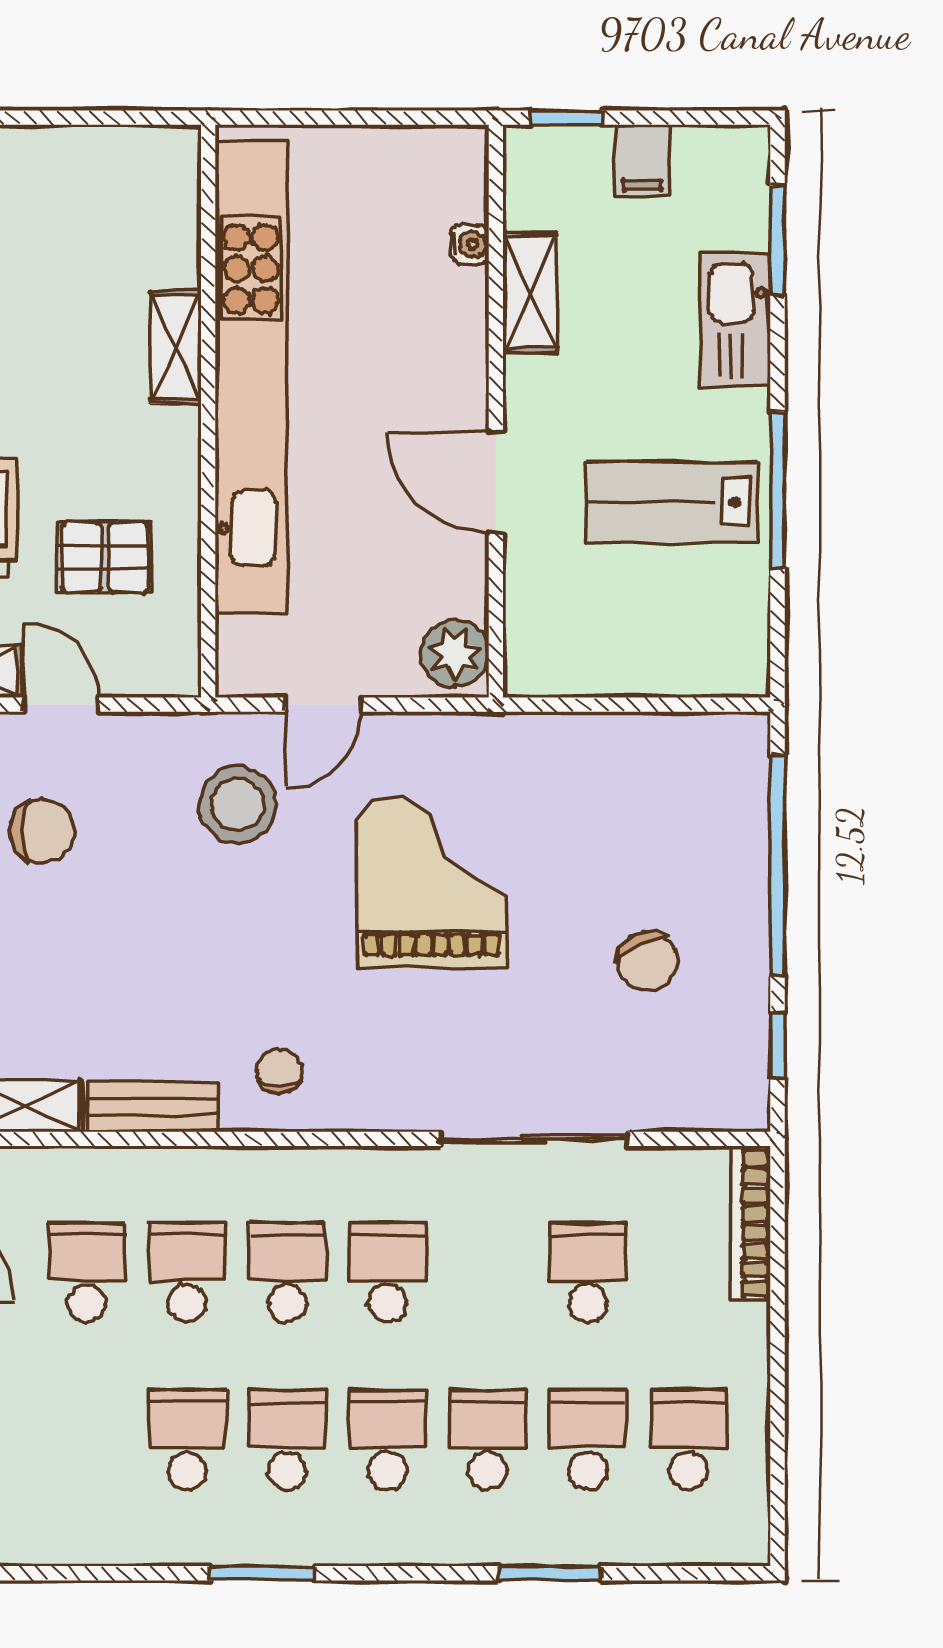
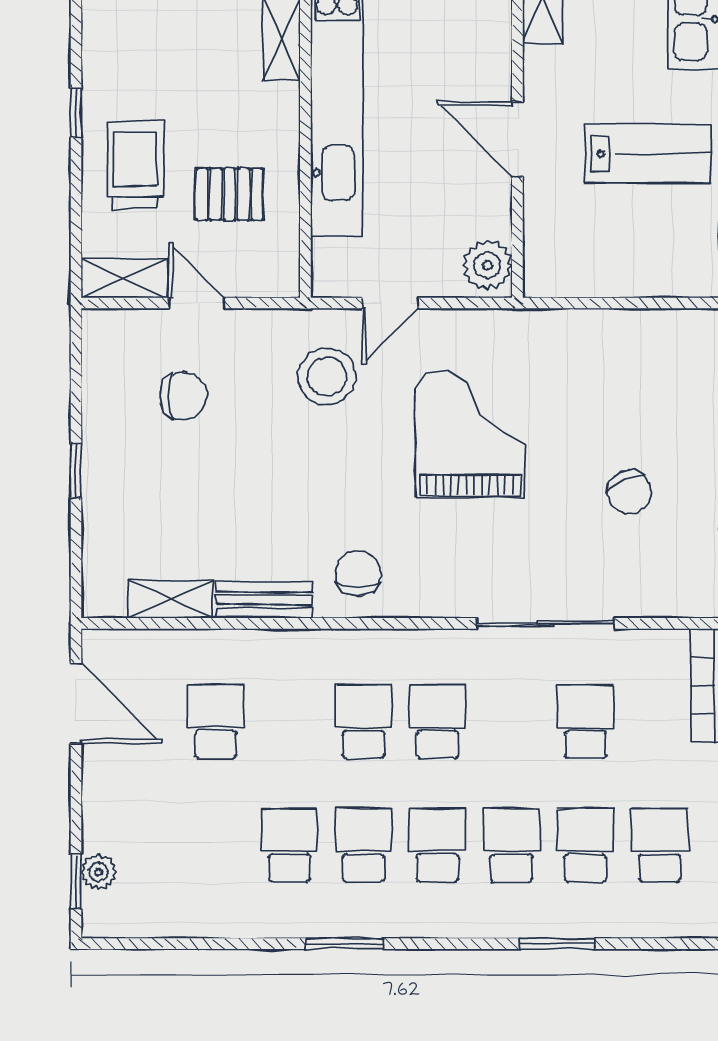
lab bench: (672, 502) -> (647, 154), turned 180
chair: (280, 1071) -> (358, 574), width x1.37, depth x1.37
school desk: (187, 1272) -> (290, 722), removed

